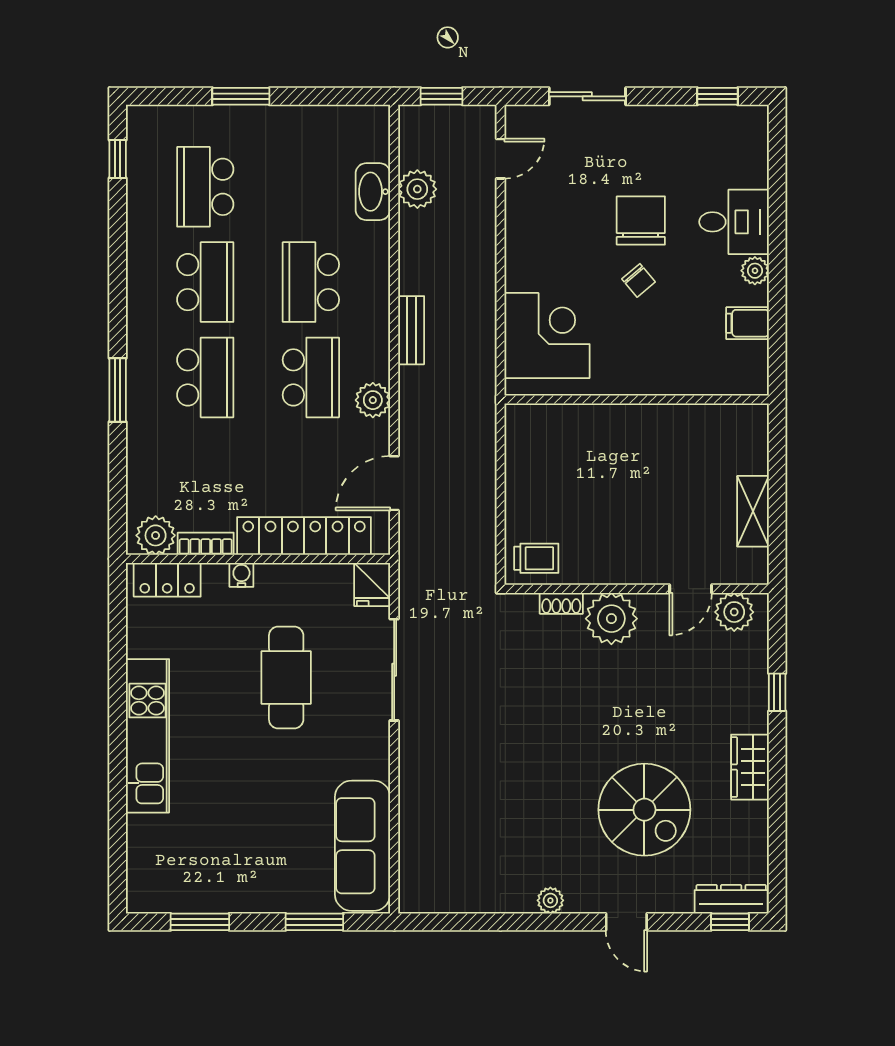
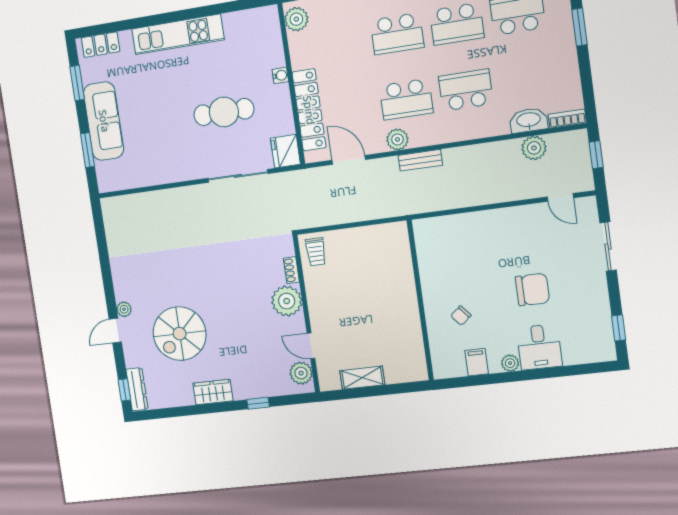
chair: (639, 280) -> (461, 316), moved
bench: (411, 330) -> (420, 160), moved
corner desk: (547, 335) -> (452, 241), removed
bookcase: (206, 544) -> (567, 119), moved, turned -90
locker: (167, 580) -> (101, 45), moved, turned -90
fridge: (372, 584) -> (285, 151), width x1.38
sofa: (363, 846) -> (104, 121), moved, turned 90
plant: (550, 900) -> (124, 309), moved

